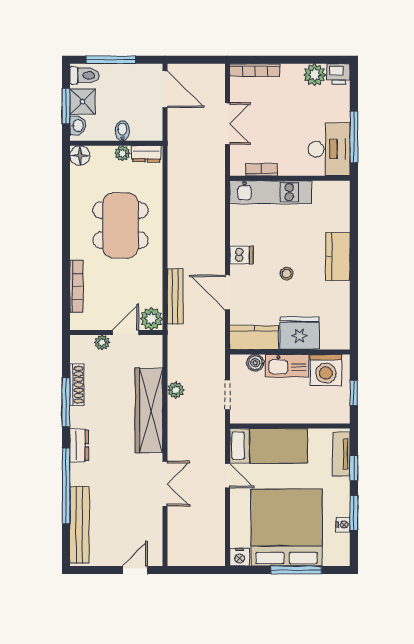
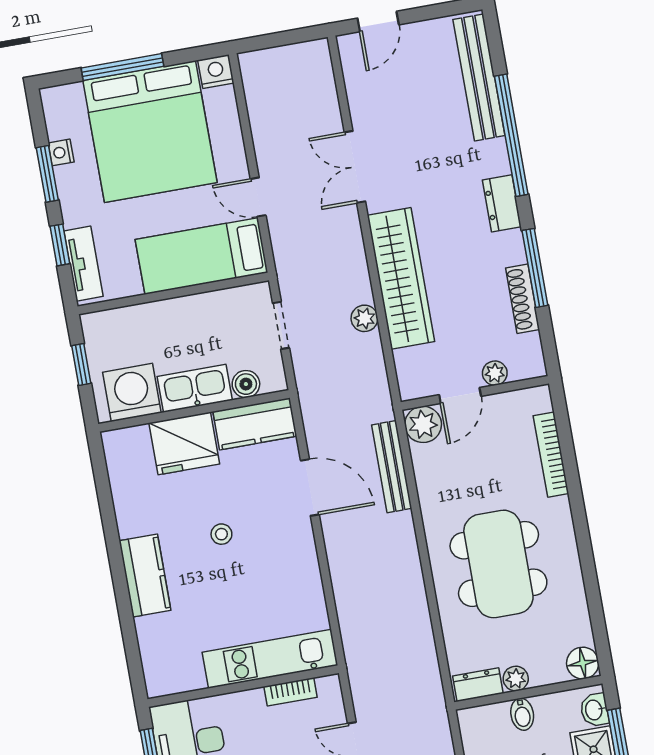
dishwasher: (242, 255) -> (298, 551), removed

